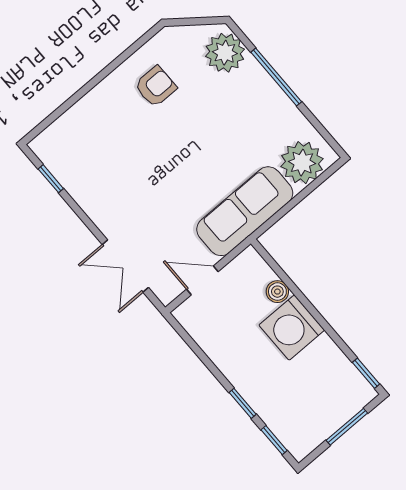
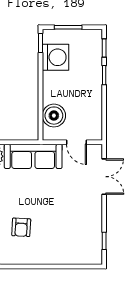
armchair: (156, 86) -> (21, 227), moved, turned -87
boiler: (277, 292) -> (54, 116), width x1.86, depth x1.86
washing machine: (292, 327) -> (55, 57), moved

